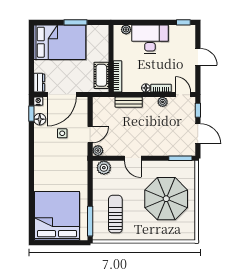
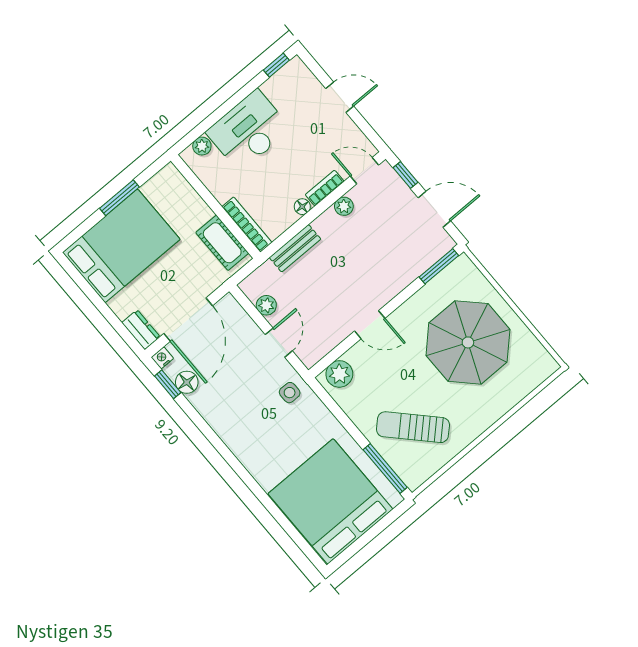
side table: (62, 133) -> (290, 393), moved
plant: (98, 151) -> (266, 305), moved
sun lounger: (115, 214) -> (413, 427), turned -44

